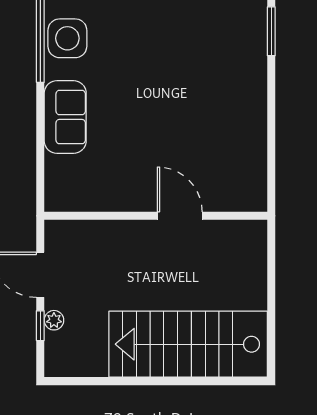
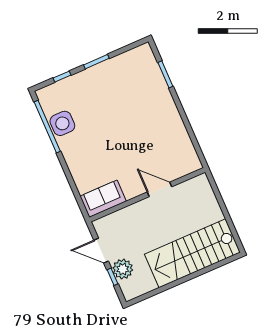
sofa: (65, 117) -> (103, 199), moved, turned -90
plant: (54, 320) -> (123, 269), width x1.88, depth x1.88

